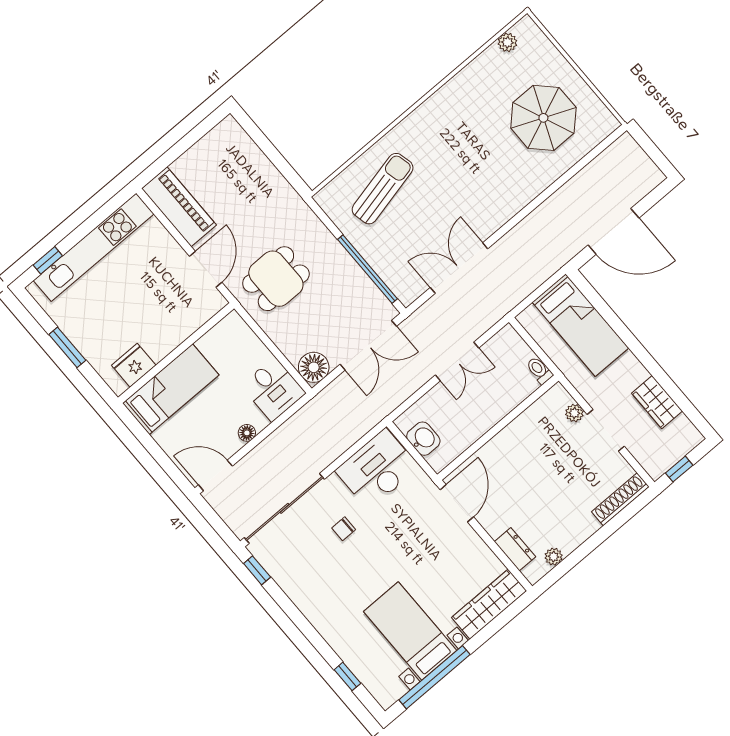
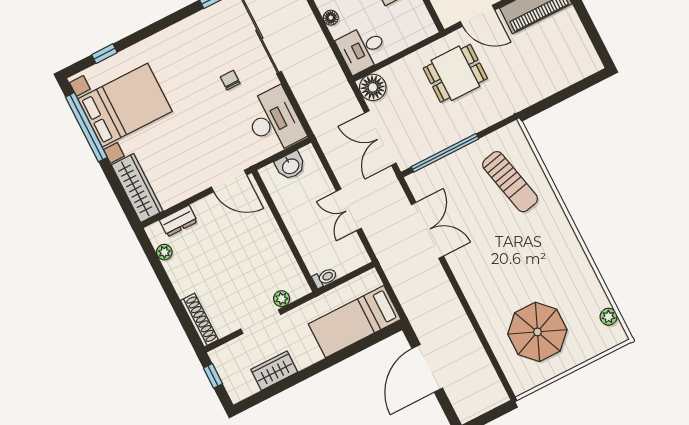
dining table: (276, 279) -> (455, 73), turned 90
bed with nightstands: (410, 631) -> (125, 105), width x1.36

